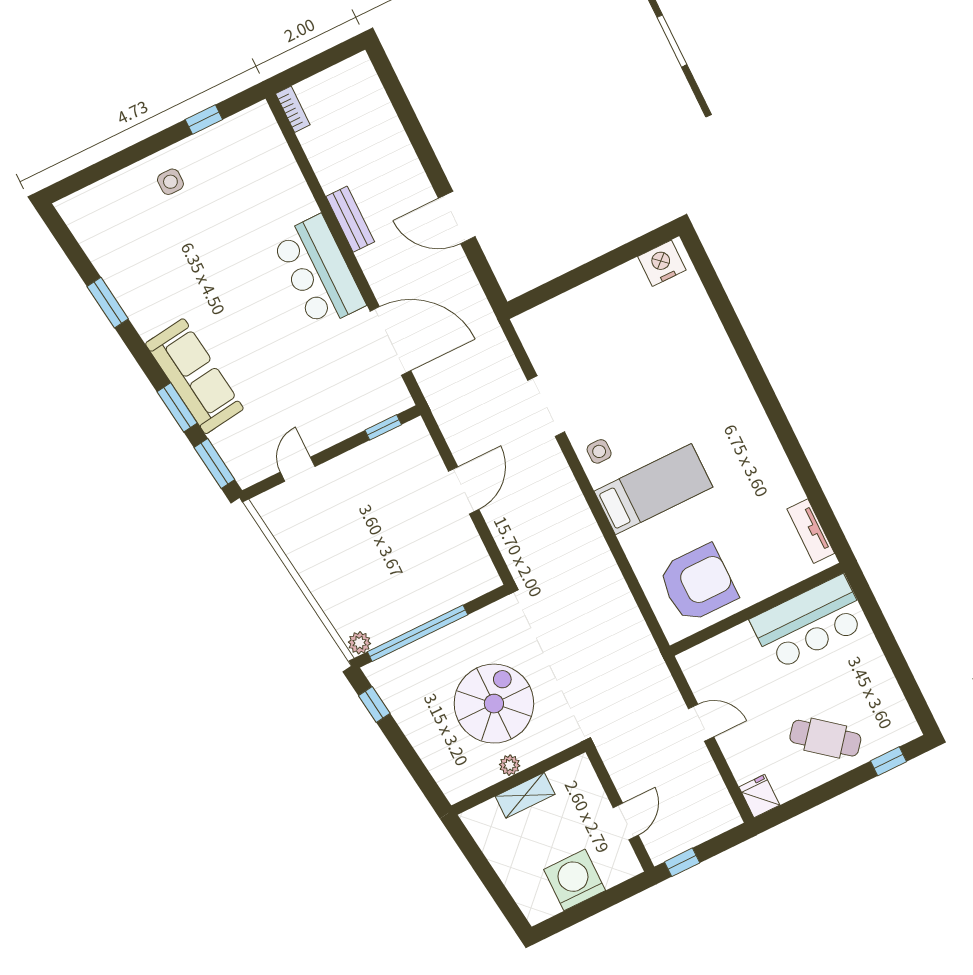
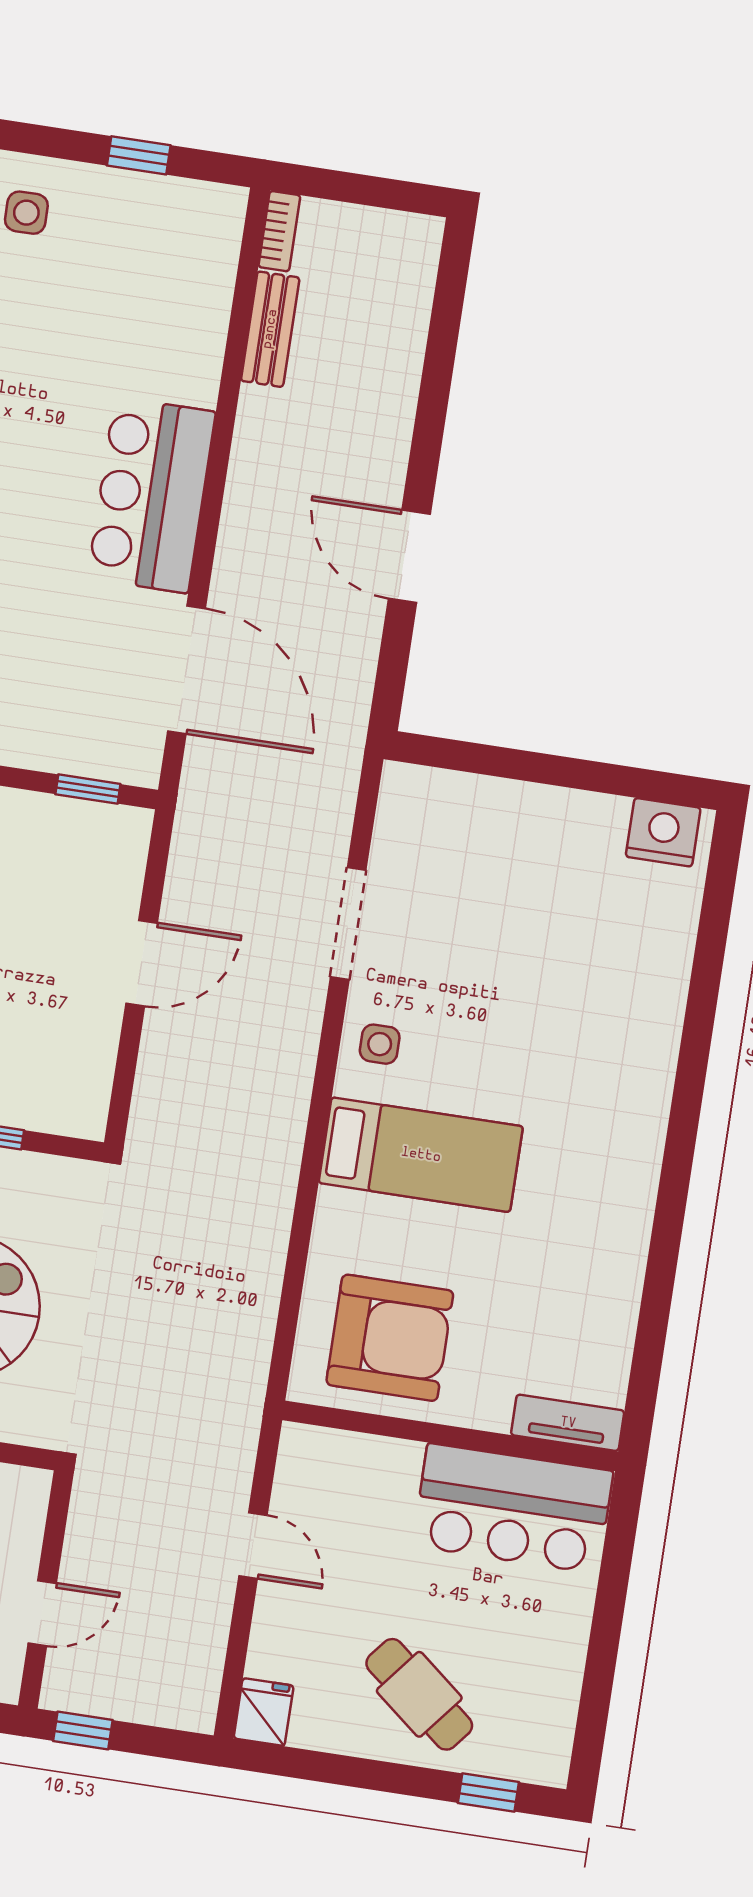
bench: (350, 219) -> (270, 329), moved
tv unit: (811, 531) -> (568, 1423), moved, turned 90

